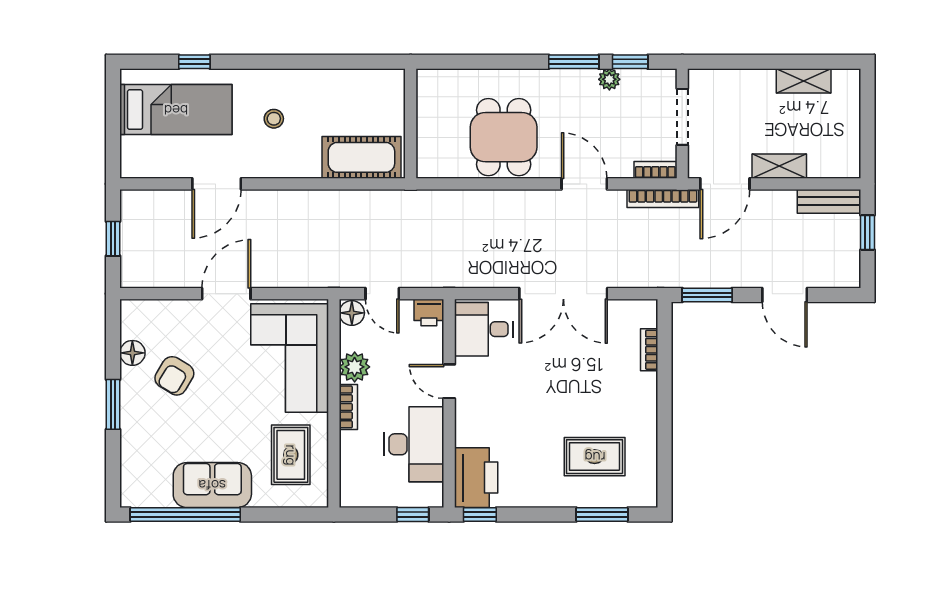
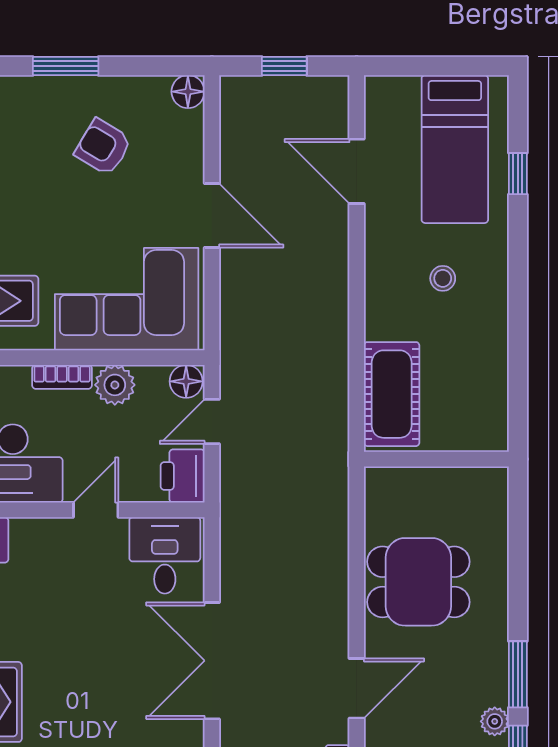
door: (217, 184) -> (357, 171), moved
printer: (429, 312) -> (183, 476), width x1.36, depth x1.24
floor lamp: (132, 353) -> (188, 92), moved

